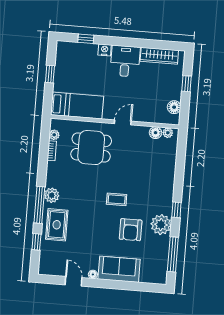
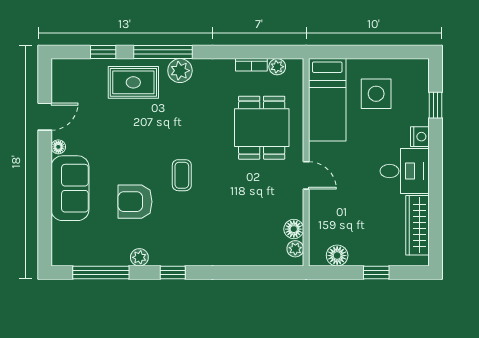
window: (50, 74) -> (374, 52), removed
side table: (76, 75) -> (376, 94), added
plant: (161, 225) -> (139, 257), width x0.53, depth x0.53

